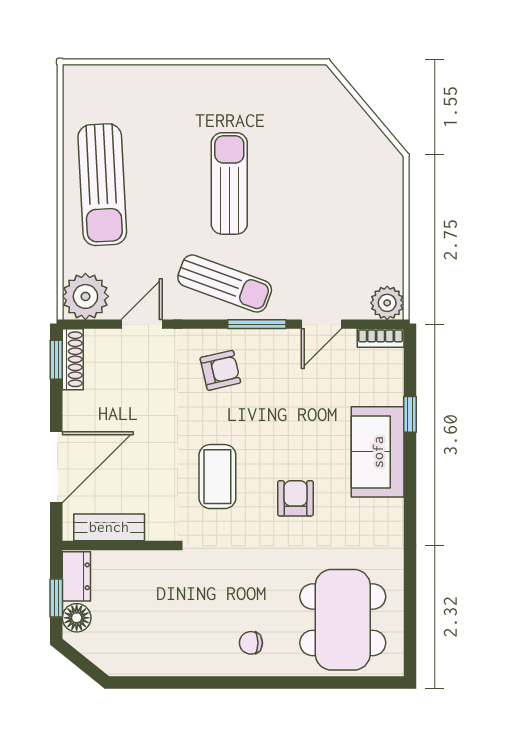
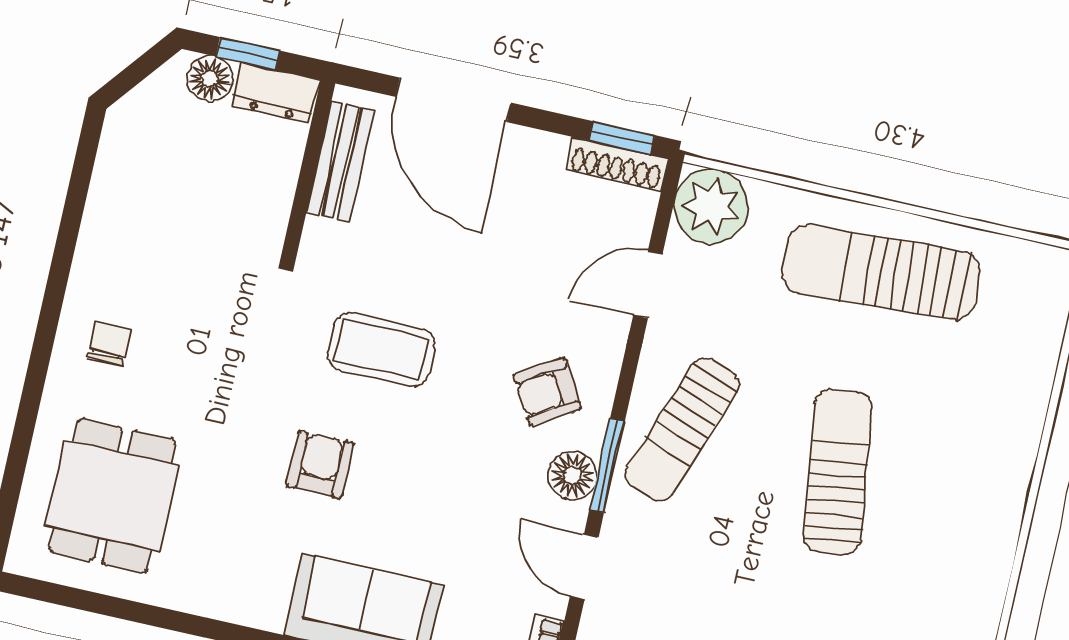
sun lounger: (229, 183) -> (838, 472), turned -98
door: (142, 324) -> (648, 285), swing flipped
floor lamp: (268, 344) -> (572, 476), added
armchair: (220, 370) -> (547, 392), turned 72
armchair: (296, 498) -> (320, 465), turned -90
dining table: (343, 620) -> (112, 496), width x0.73

